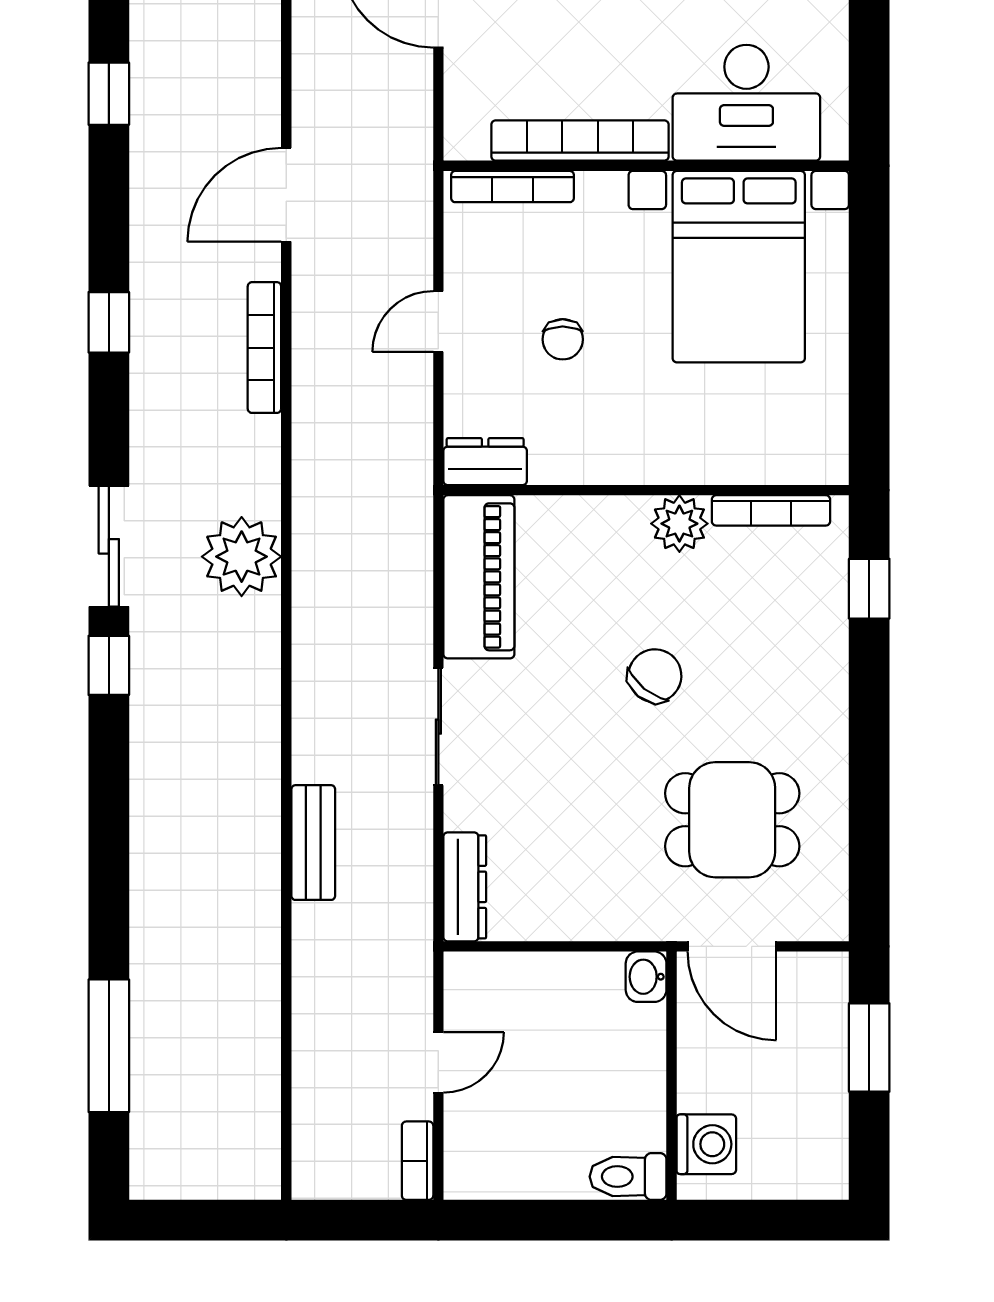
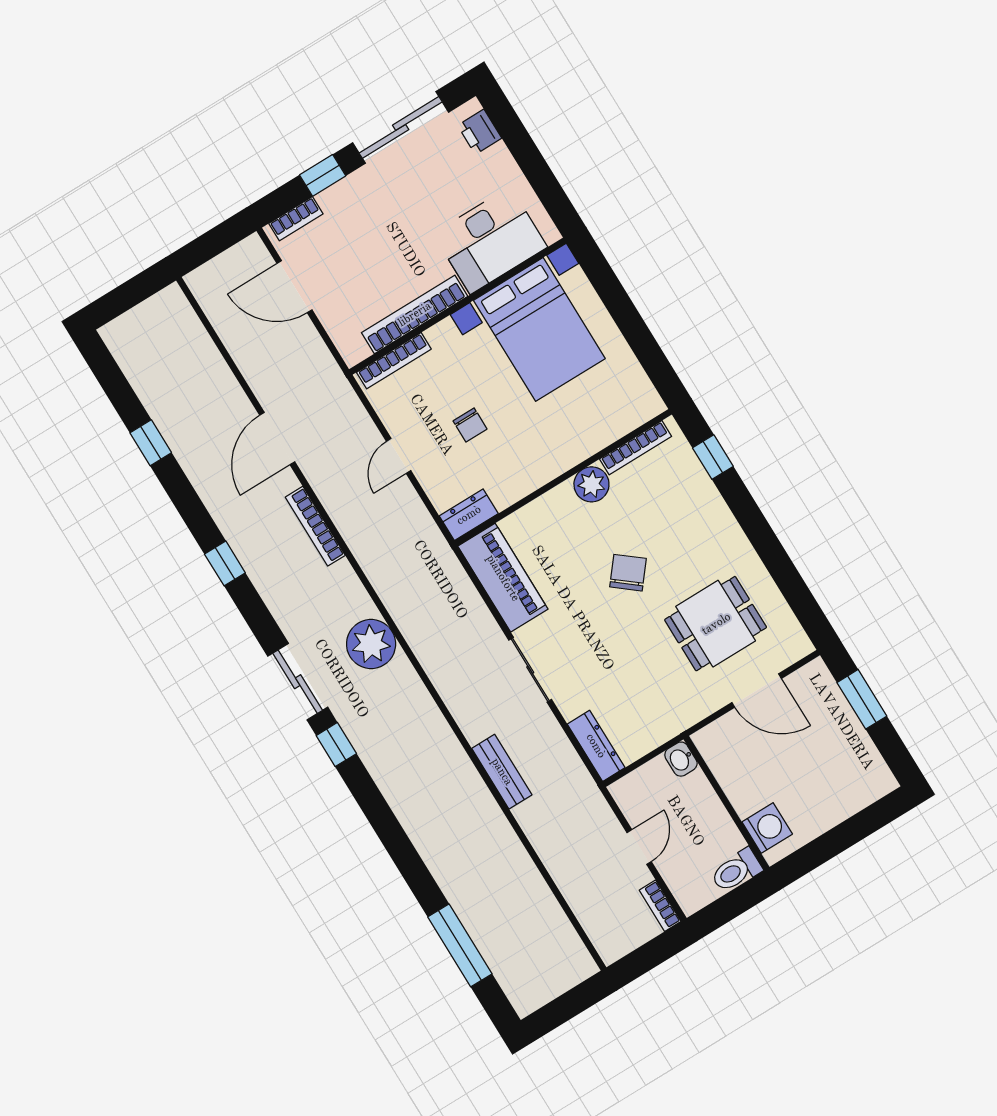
washbasin: (646, 977) -> (681, 759), moved
wall: (672, 1076) -> (727, 803), moved
washing machine: (706, 1144) -> (767, 828), moved
toilet: (628, 1177) -> (736, 870), moved

